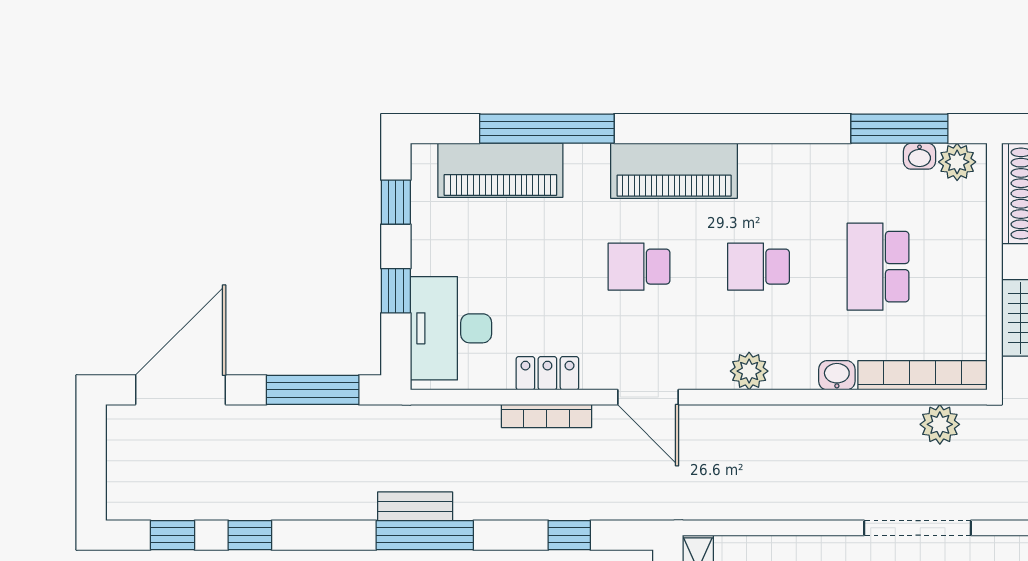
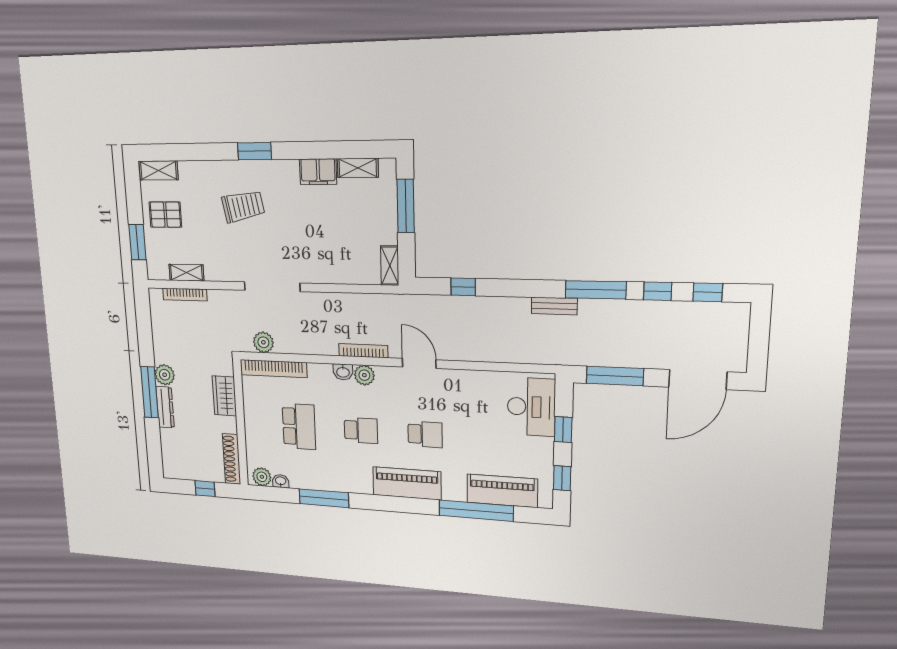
window: (899, 129) -> (324, 498), moved
locker: (547, 373) -> (476, 379), removed
washbasin: (837, 375) -> (343, 372), moved
bookcase: (547, 416) -> (363, 351), moved
window: (425, 535) -> (596, 290), moved

